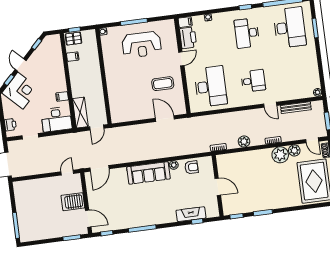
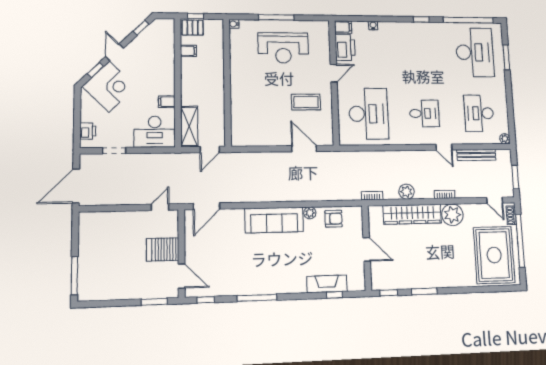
desk: (247, 33) -> (479, 113), moved
plant: (294, 150) -> (471, 211), removed
wardrobe: (250, 158) -> (412, 214), added

